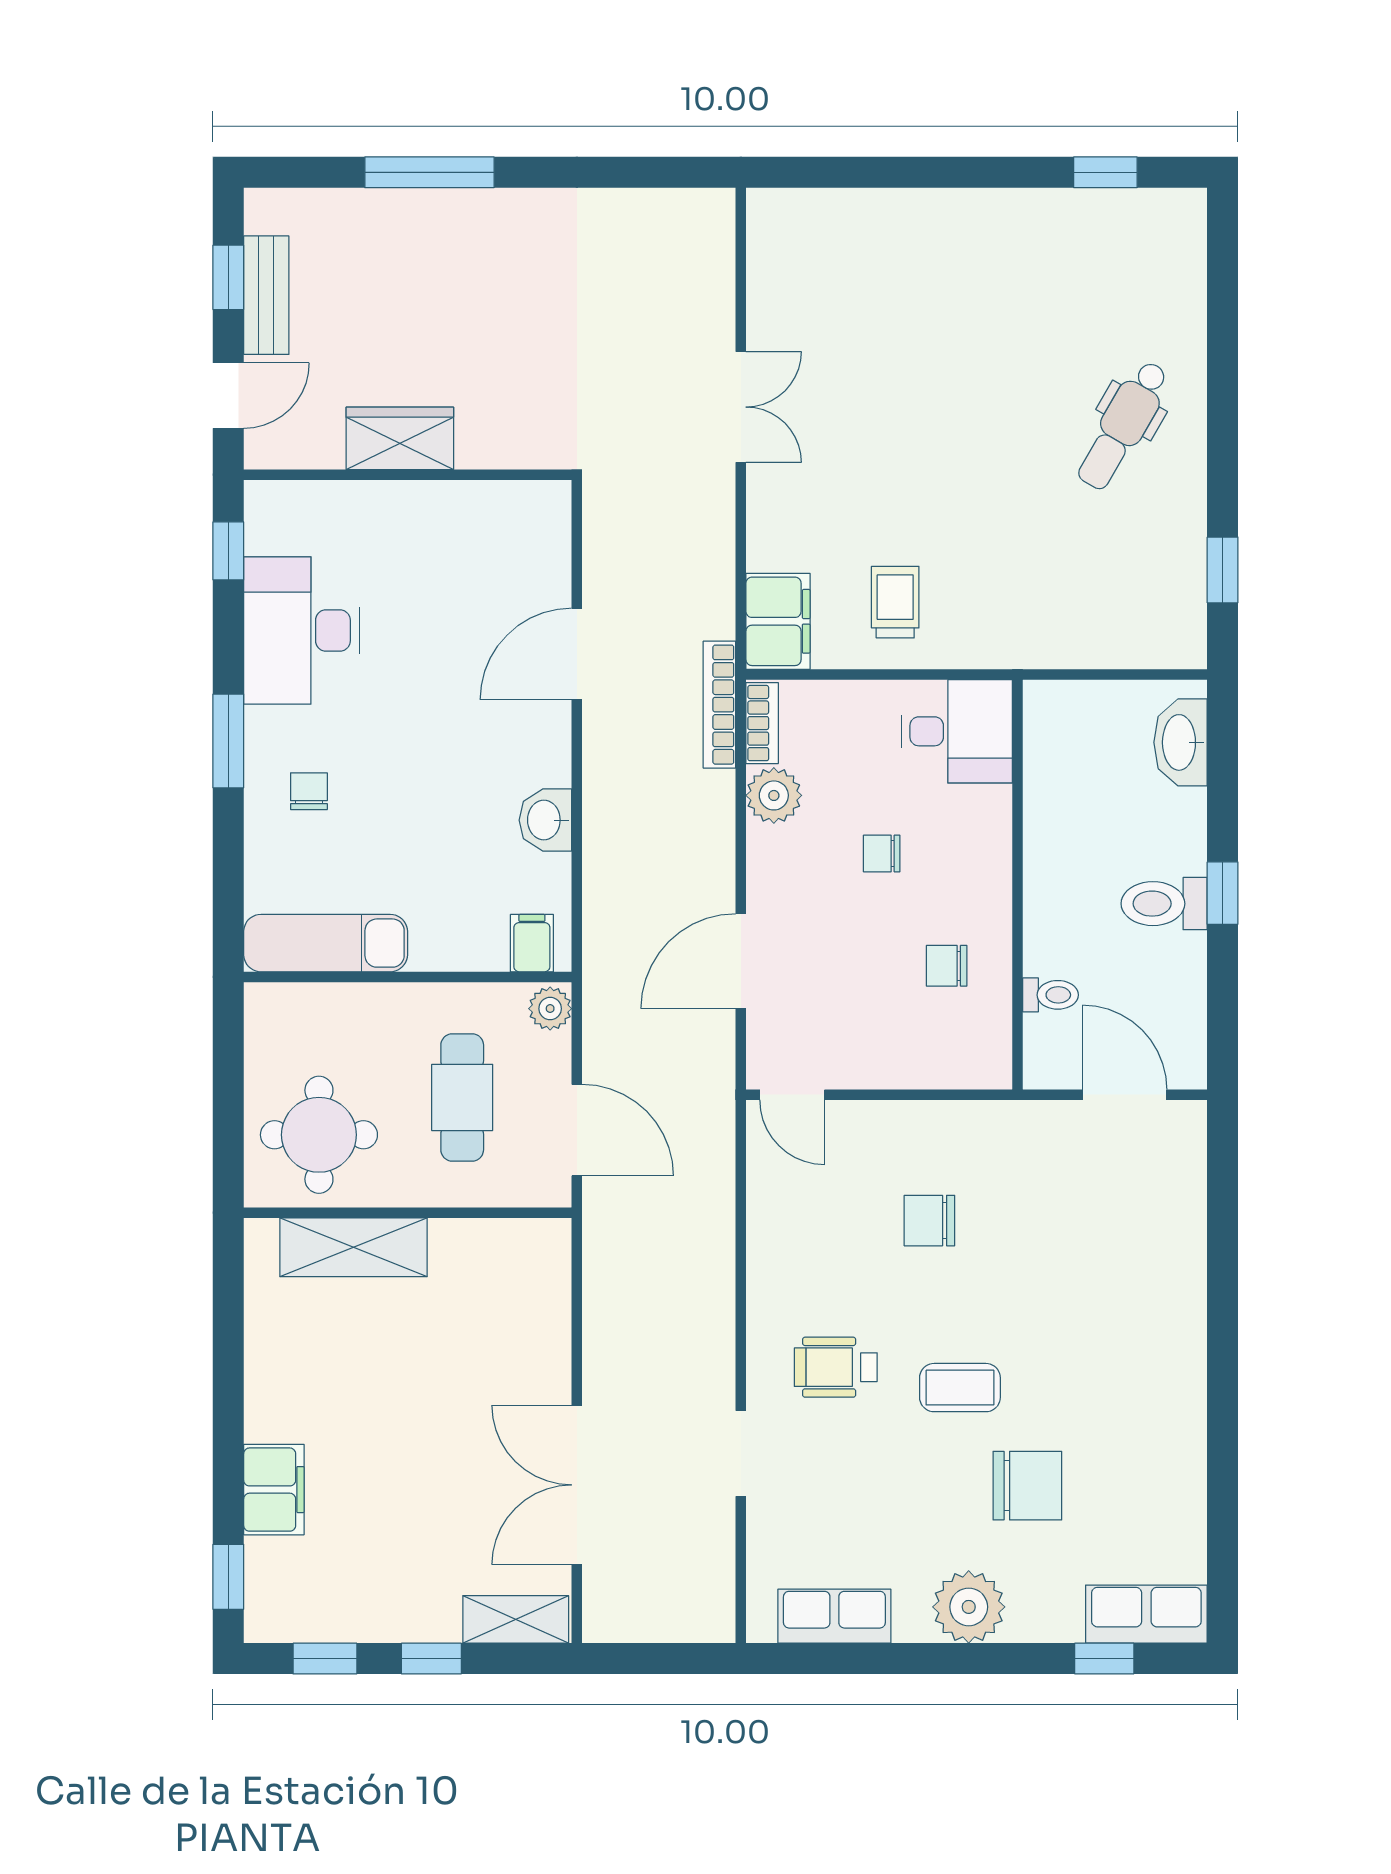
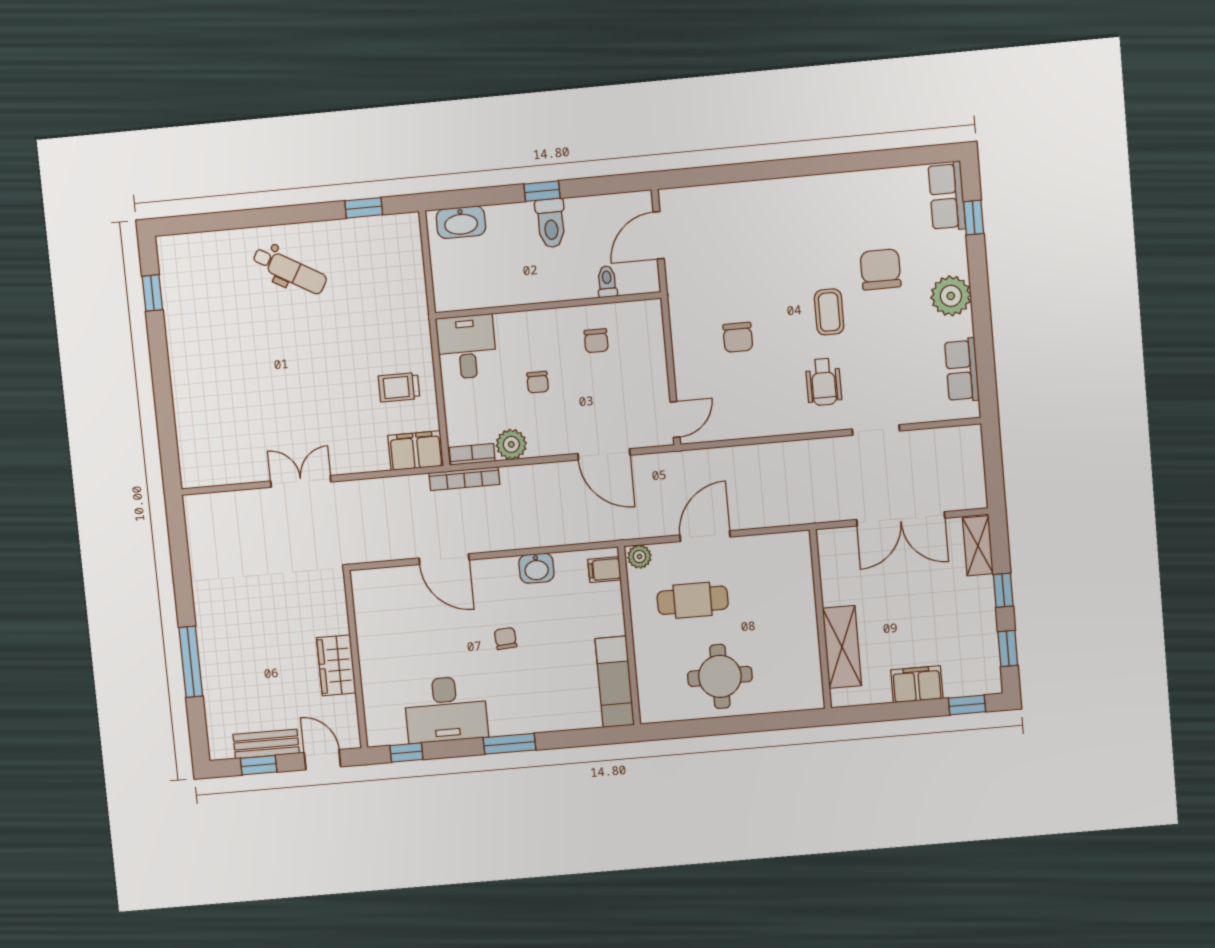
chair: (309, 791) -> (505, 638), moved, turned 86
wall: (408, 1213) -> (820, 619), moved
shelving: (353, 1247) -> (842, 647), moved

